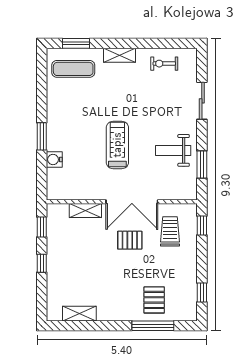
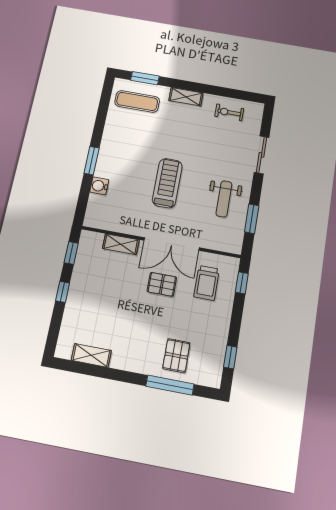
weight bench: (173, 150) -> (224, 199), turned -90
trolley: (170, 231) -> (207, 283), turned 180

